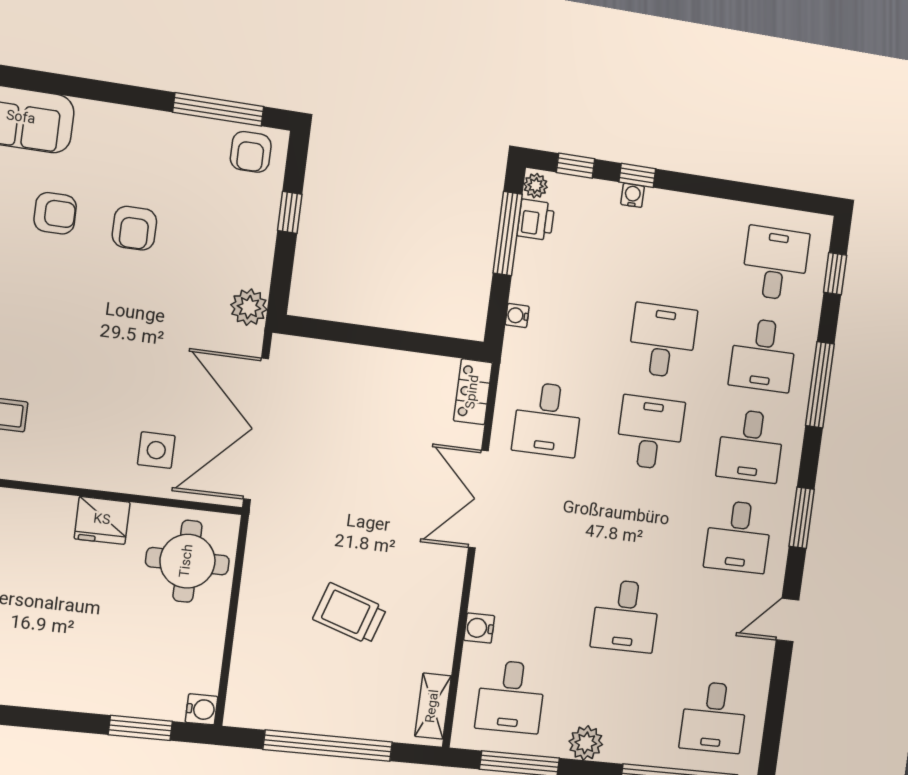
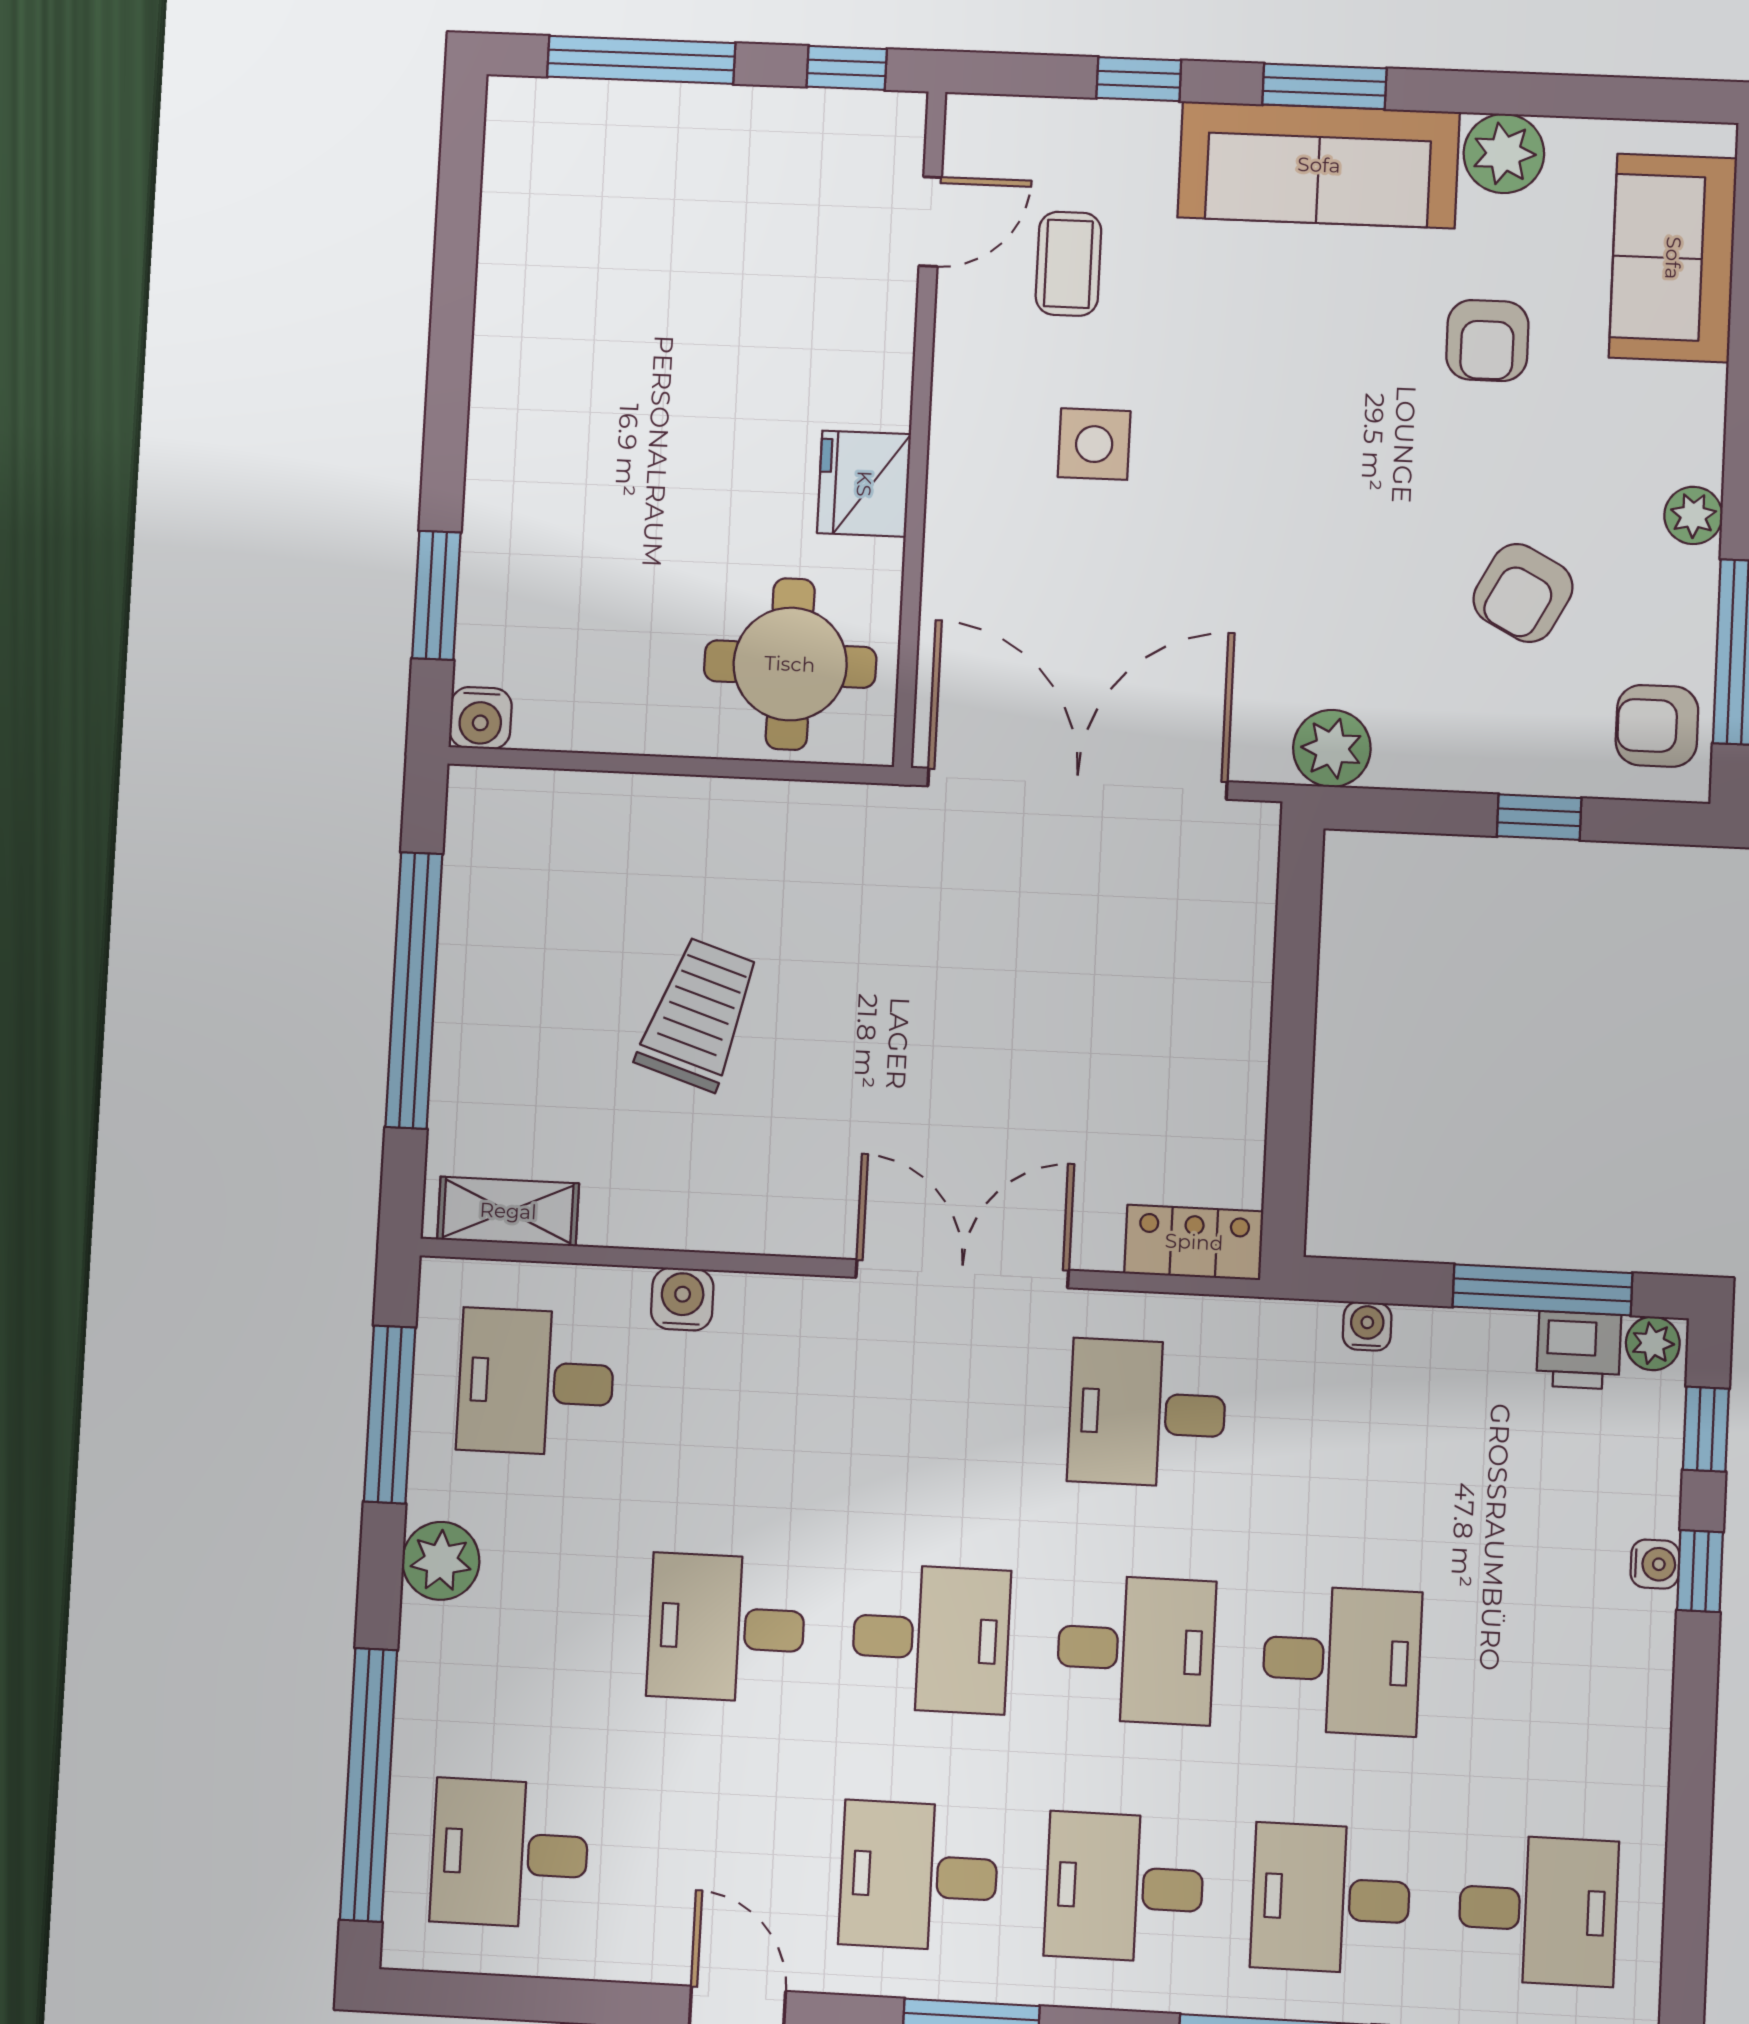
plant: (150, 123) -> (1693, 515), added
armchair: (134, 228) -> (1523, 593), moved, turned -62
side table: (156, 450) -> (1094, 444), moved
desk: (638, 524) -> (931, 1639), added

